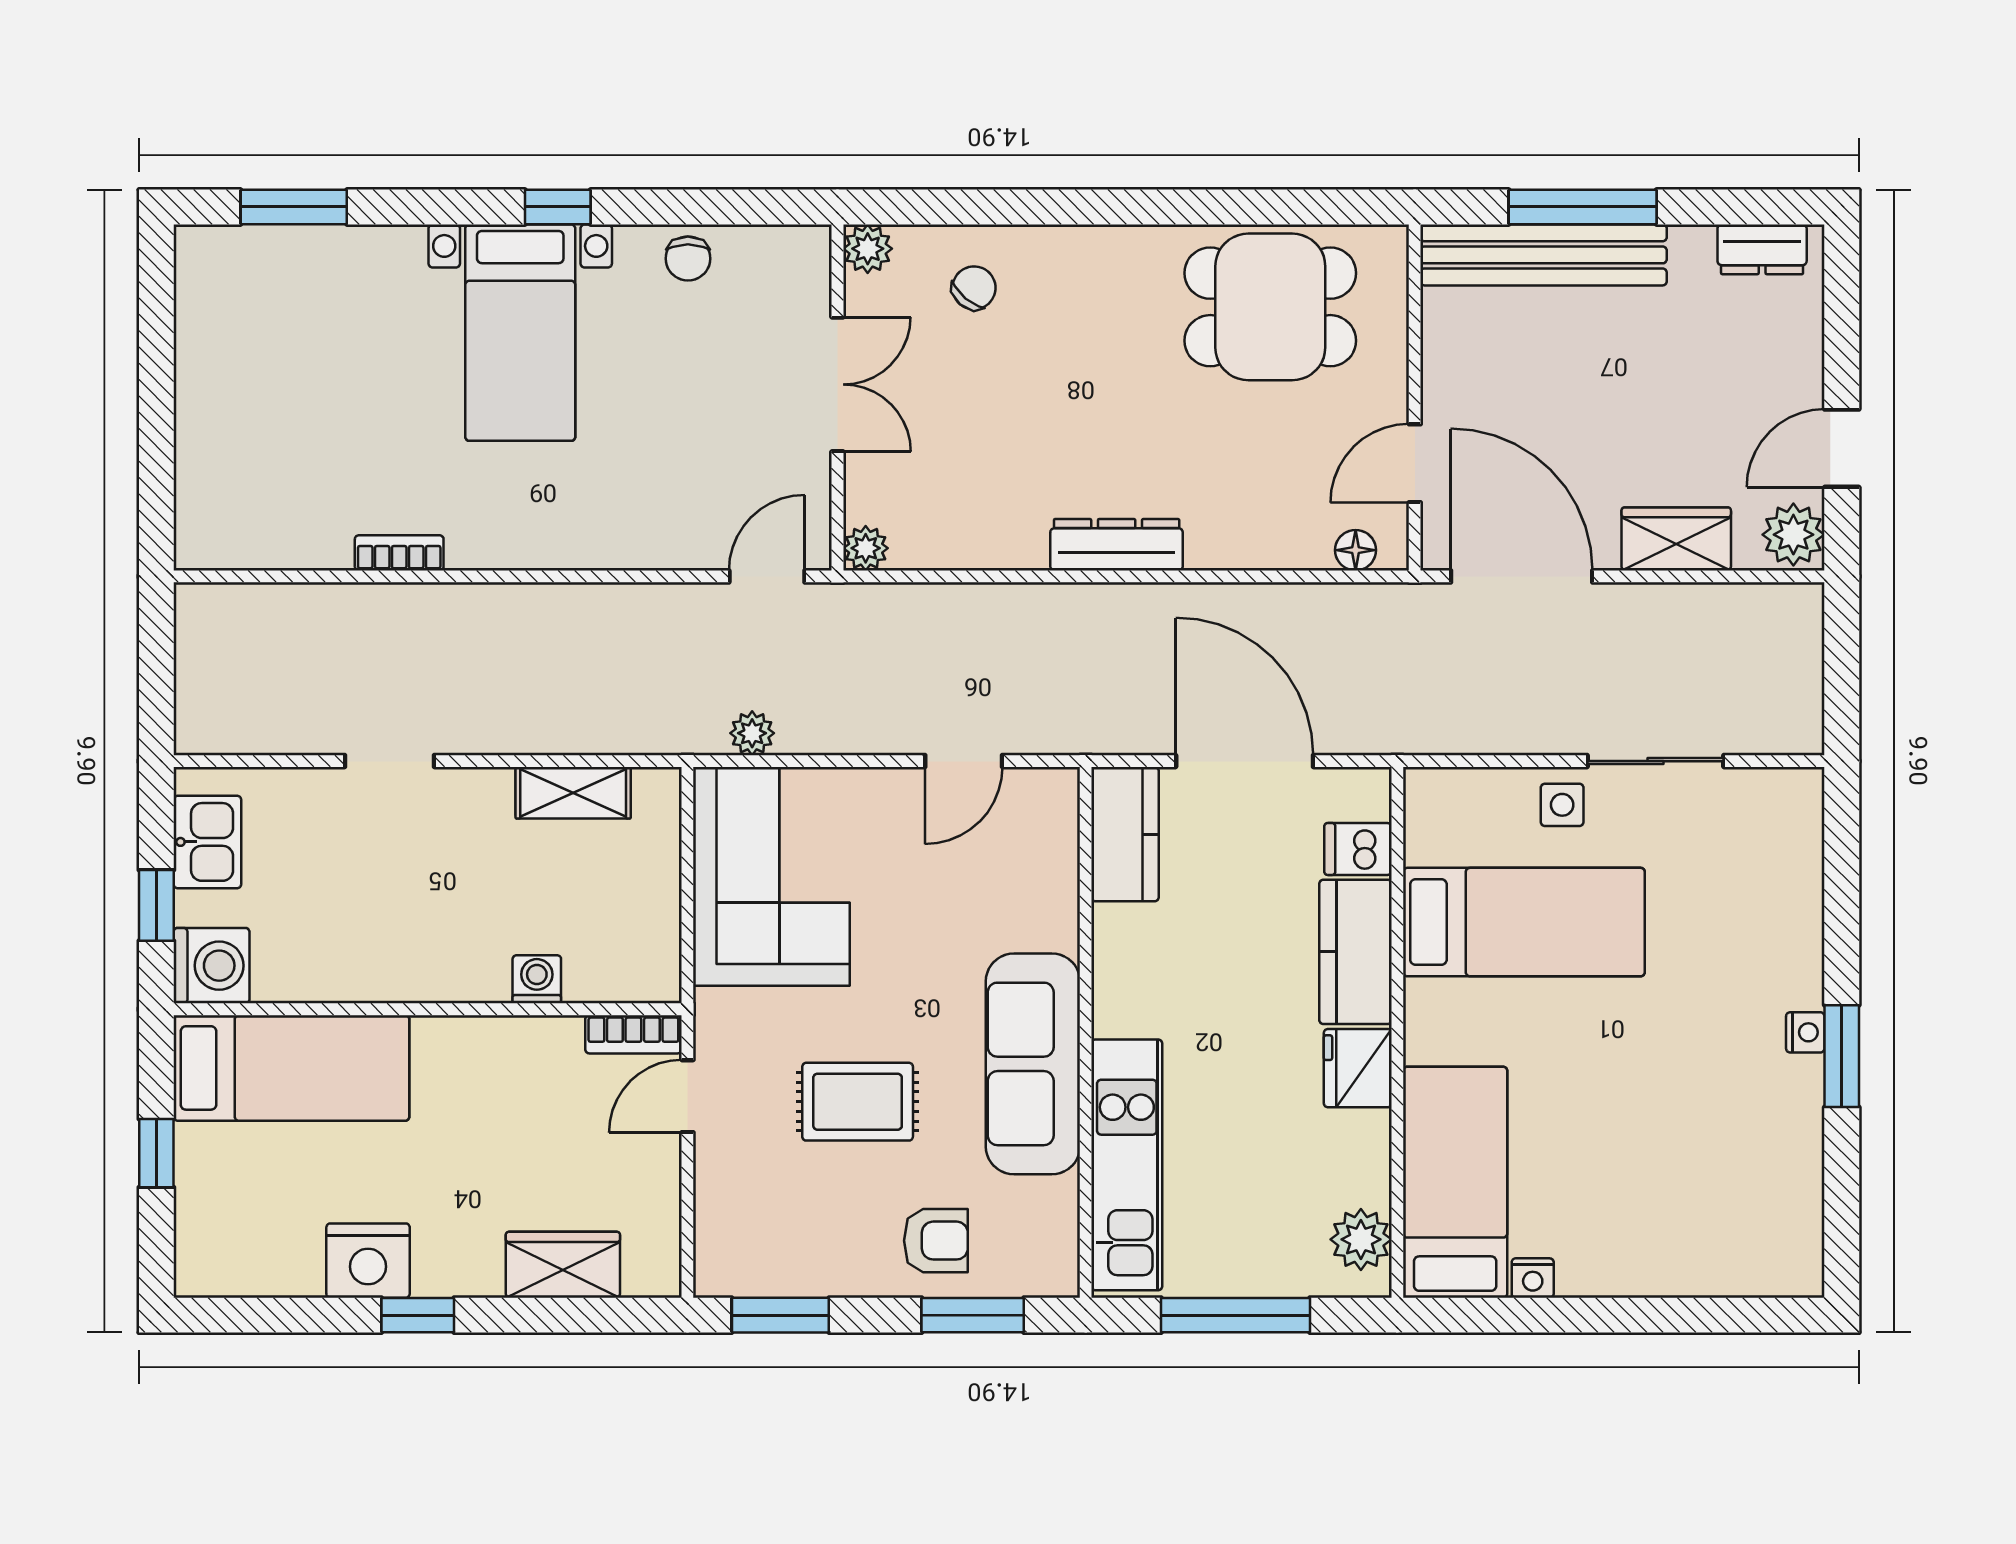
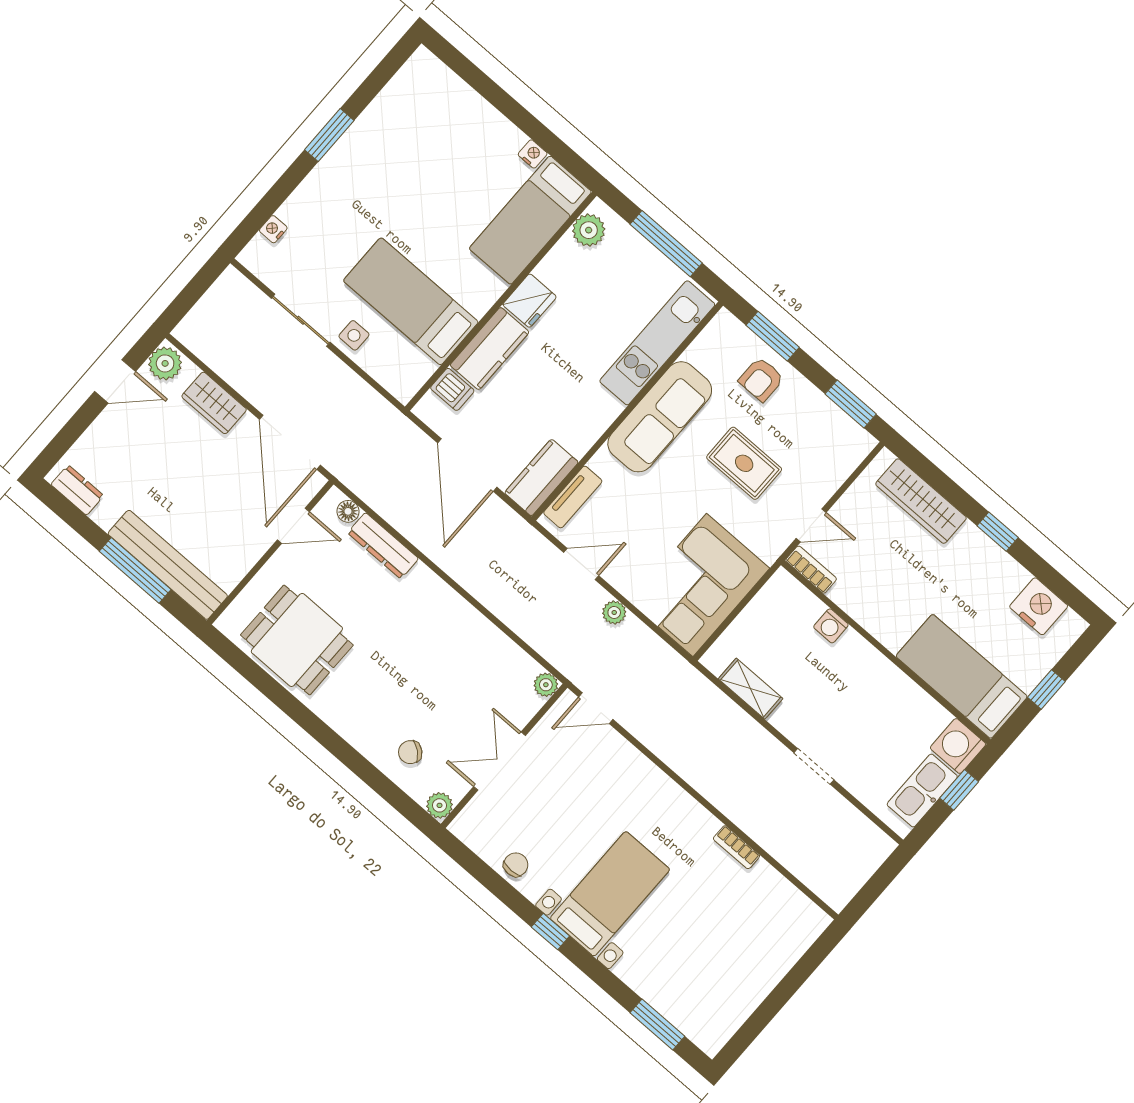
dresser: (1117, 545) -> (383, 546), moved
plant: (752, 733) -> (614, 612), moved
kitchen sink: (207, 842) -> (922, 791), width x1.38
tv unit: (1057, 845) -> (573, 497), added
nightstand: (1805, 1032) -> (273, 229), moved
armchair: (936, 1241) -> (761, 379), turned -90
nightstand: (368, 1261) -> (1039, 606), moved
wardrobe: (563, 1265) -> (921, 501), width x1.50

